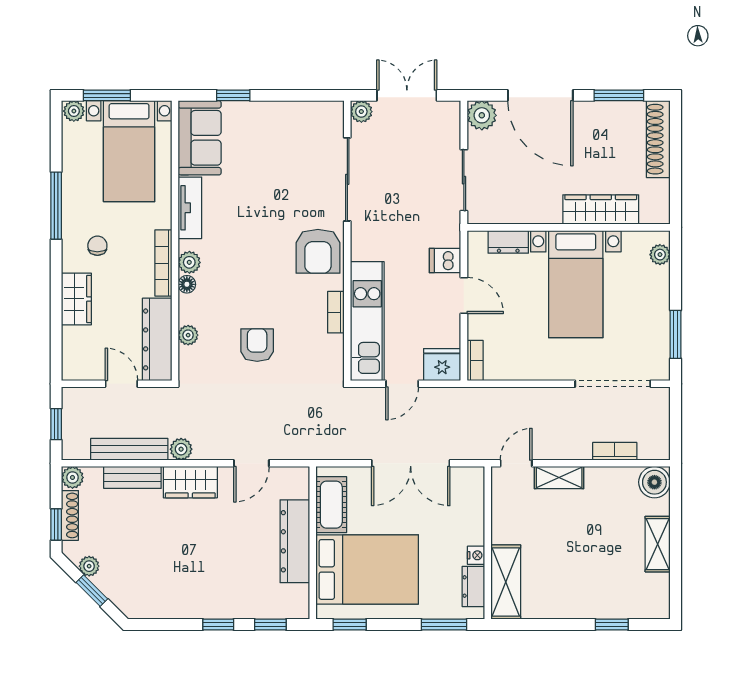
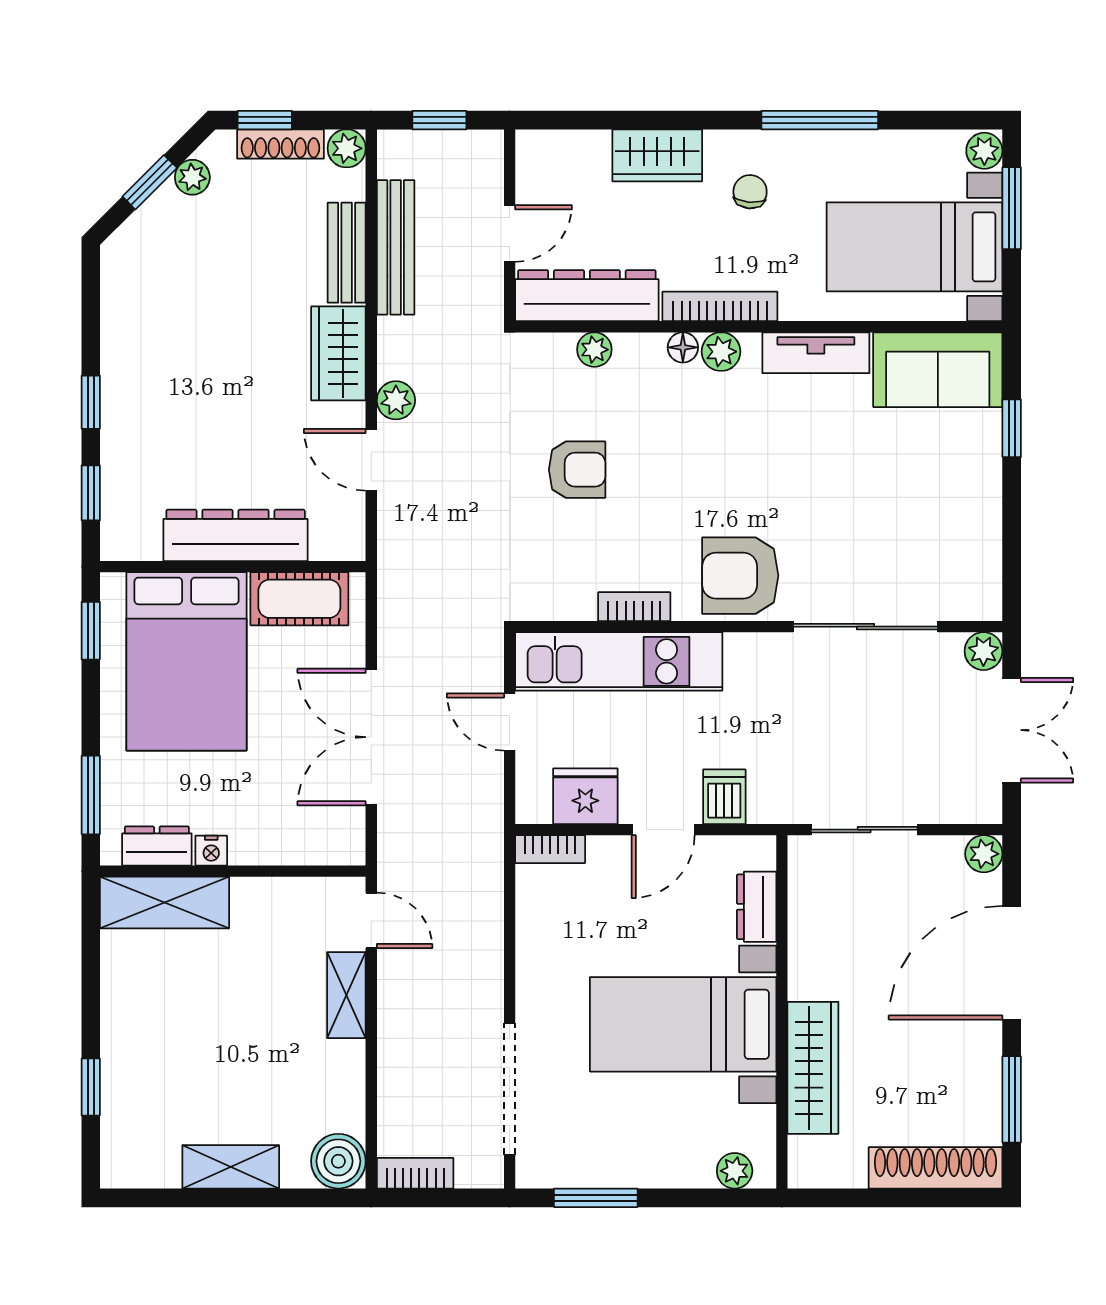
plant: (482, 115) -> (984, 854), width x0.73, depth x0.73
chair: (97, 246) -> (750, 192), turned -85
fridge: (442, 365) -> (585, 796), moved, turned -90
plant: (181, 449) -> (396, 400), moved
bookcase: (615, 451) -> (415, 1173), moved, turned -90

